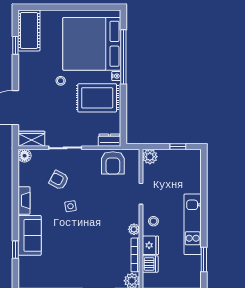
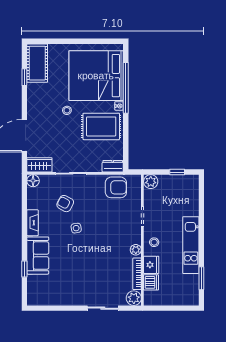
armchair: (113, 163) -> (116, 187), turned -90

